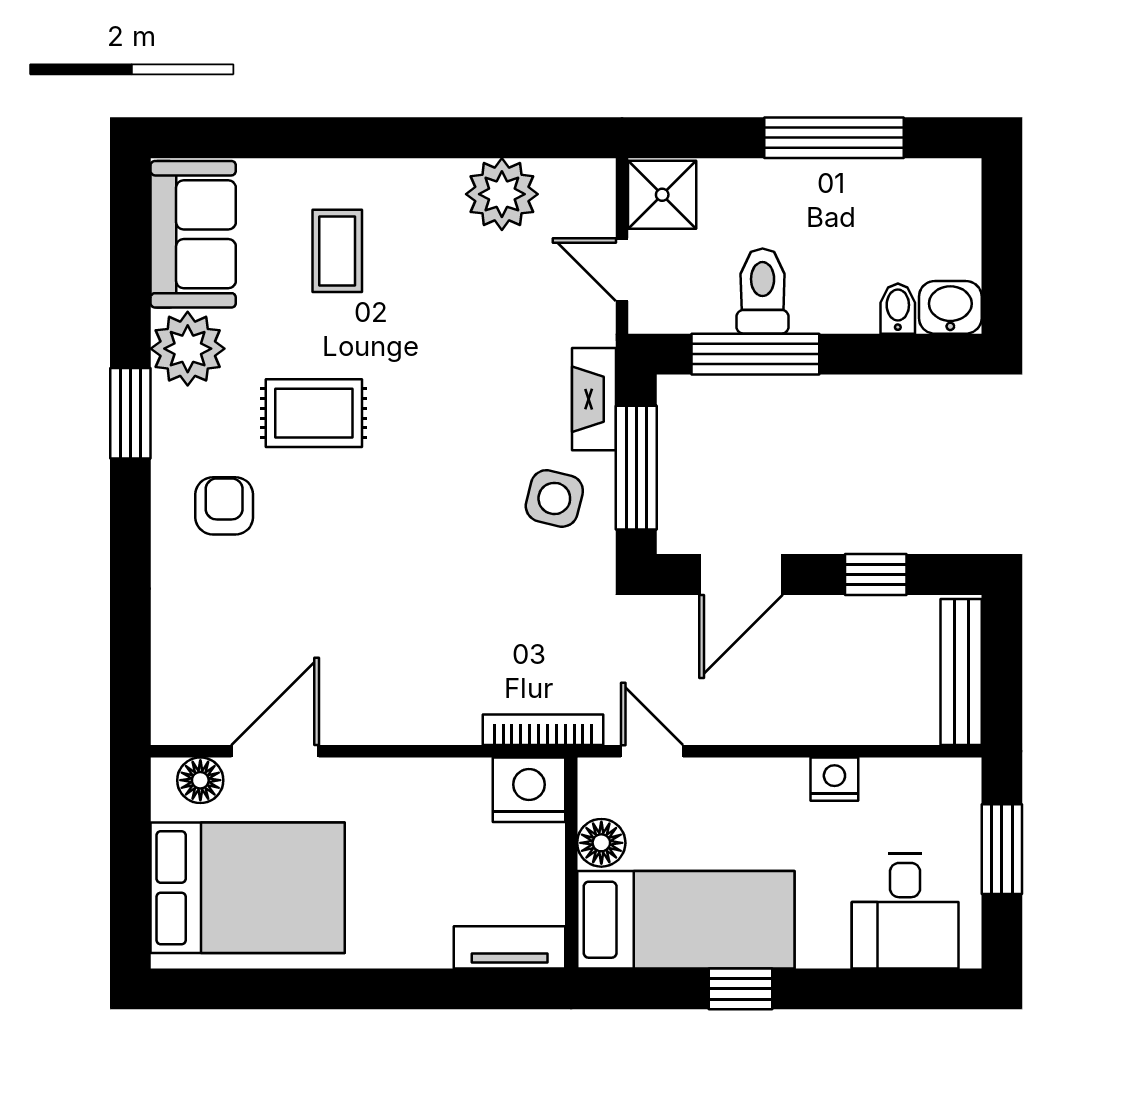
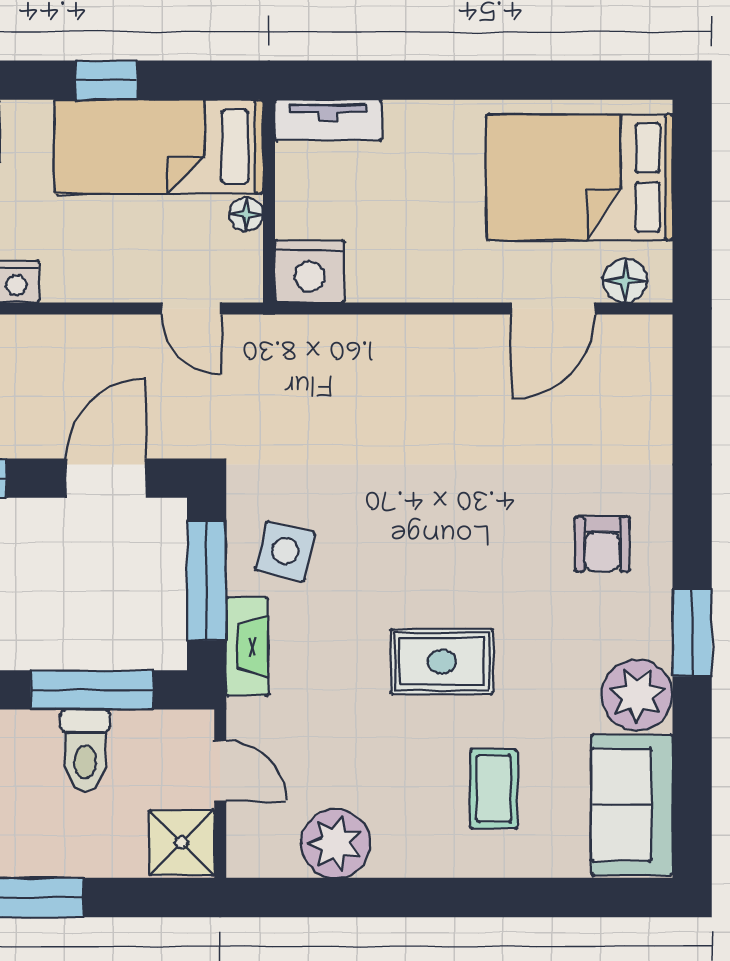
rug: (314, 413) -> (442, 662), moved
bookcase: (543, 730) -> (296, 329), removed
floor lamp: (601, 843) -> (246, 214), width x0.73, depth x0.73

